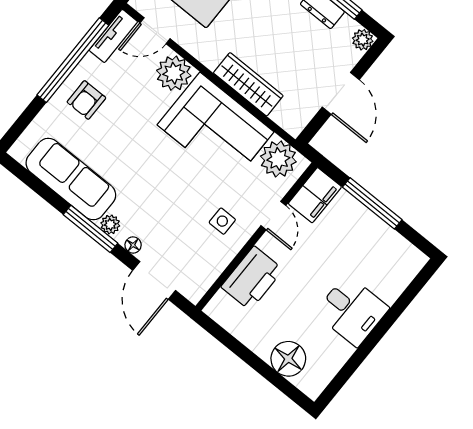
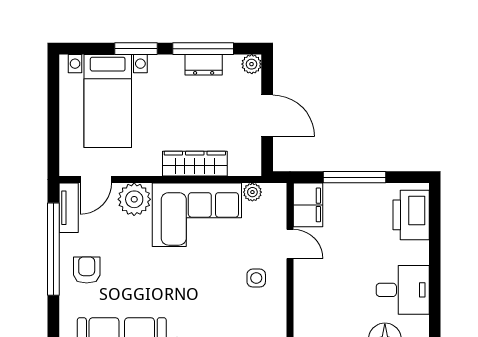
armchair: (86, 100) -> (87, 270), turned 180
plant: (278, 159) -> (252, 192), width x0.53, depth x0.53
printer: (252, 278) -> (411, 215), moved, turned 180
desk: (352, 310) -> (403, 290), moved

